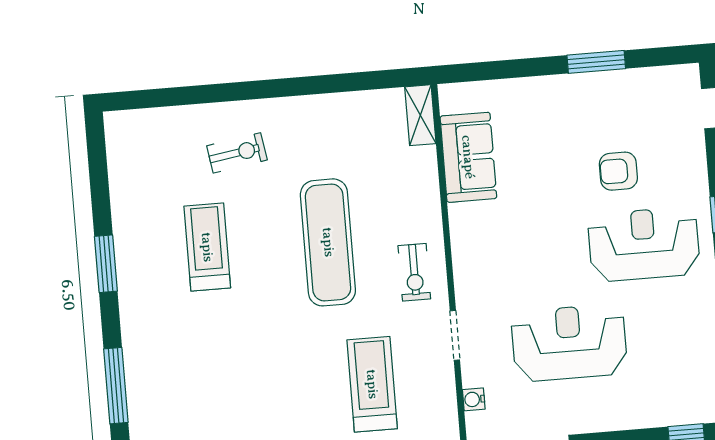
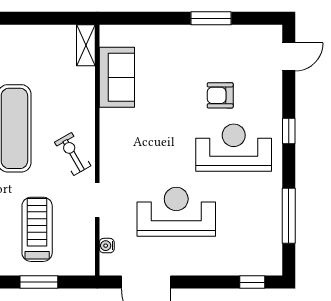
exercise bike: (414, 272) -> (73, 154), turned 150

